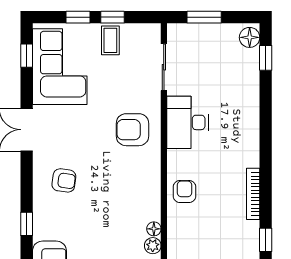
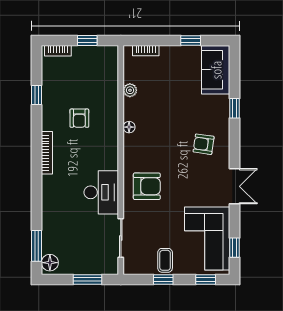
window: (78, 17) -> (206, 279), moved
window: (266, 58) -> (36, 246), width x1.50
armchair: (184, 192) -> (79, 118), moved
bookcase: (253, 194) -> (47, 153), moved
floor lamp: (154, 229) -> (129, 127), moved

